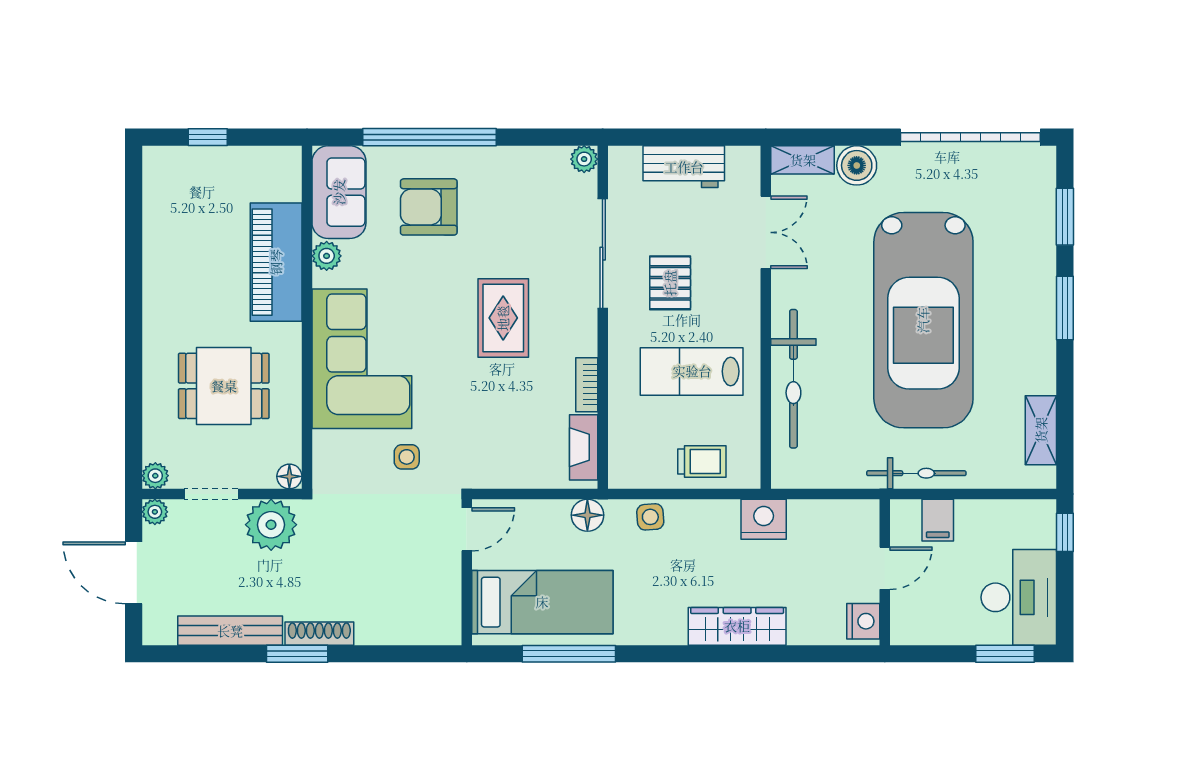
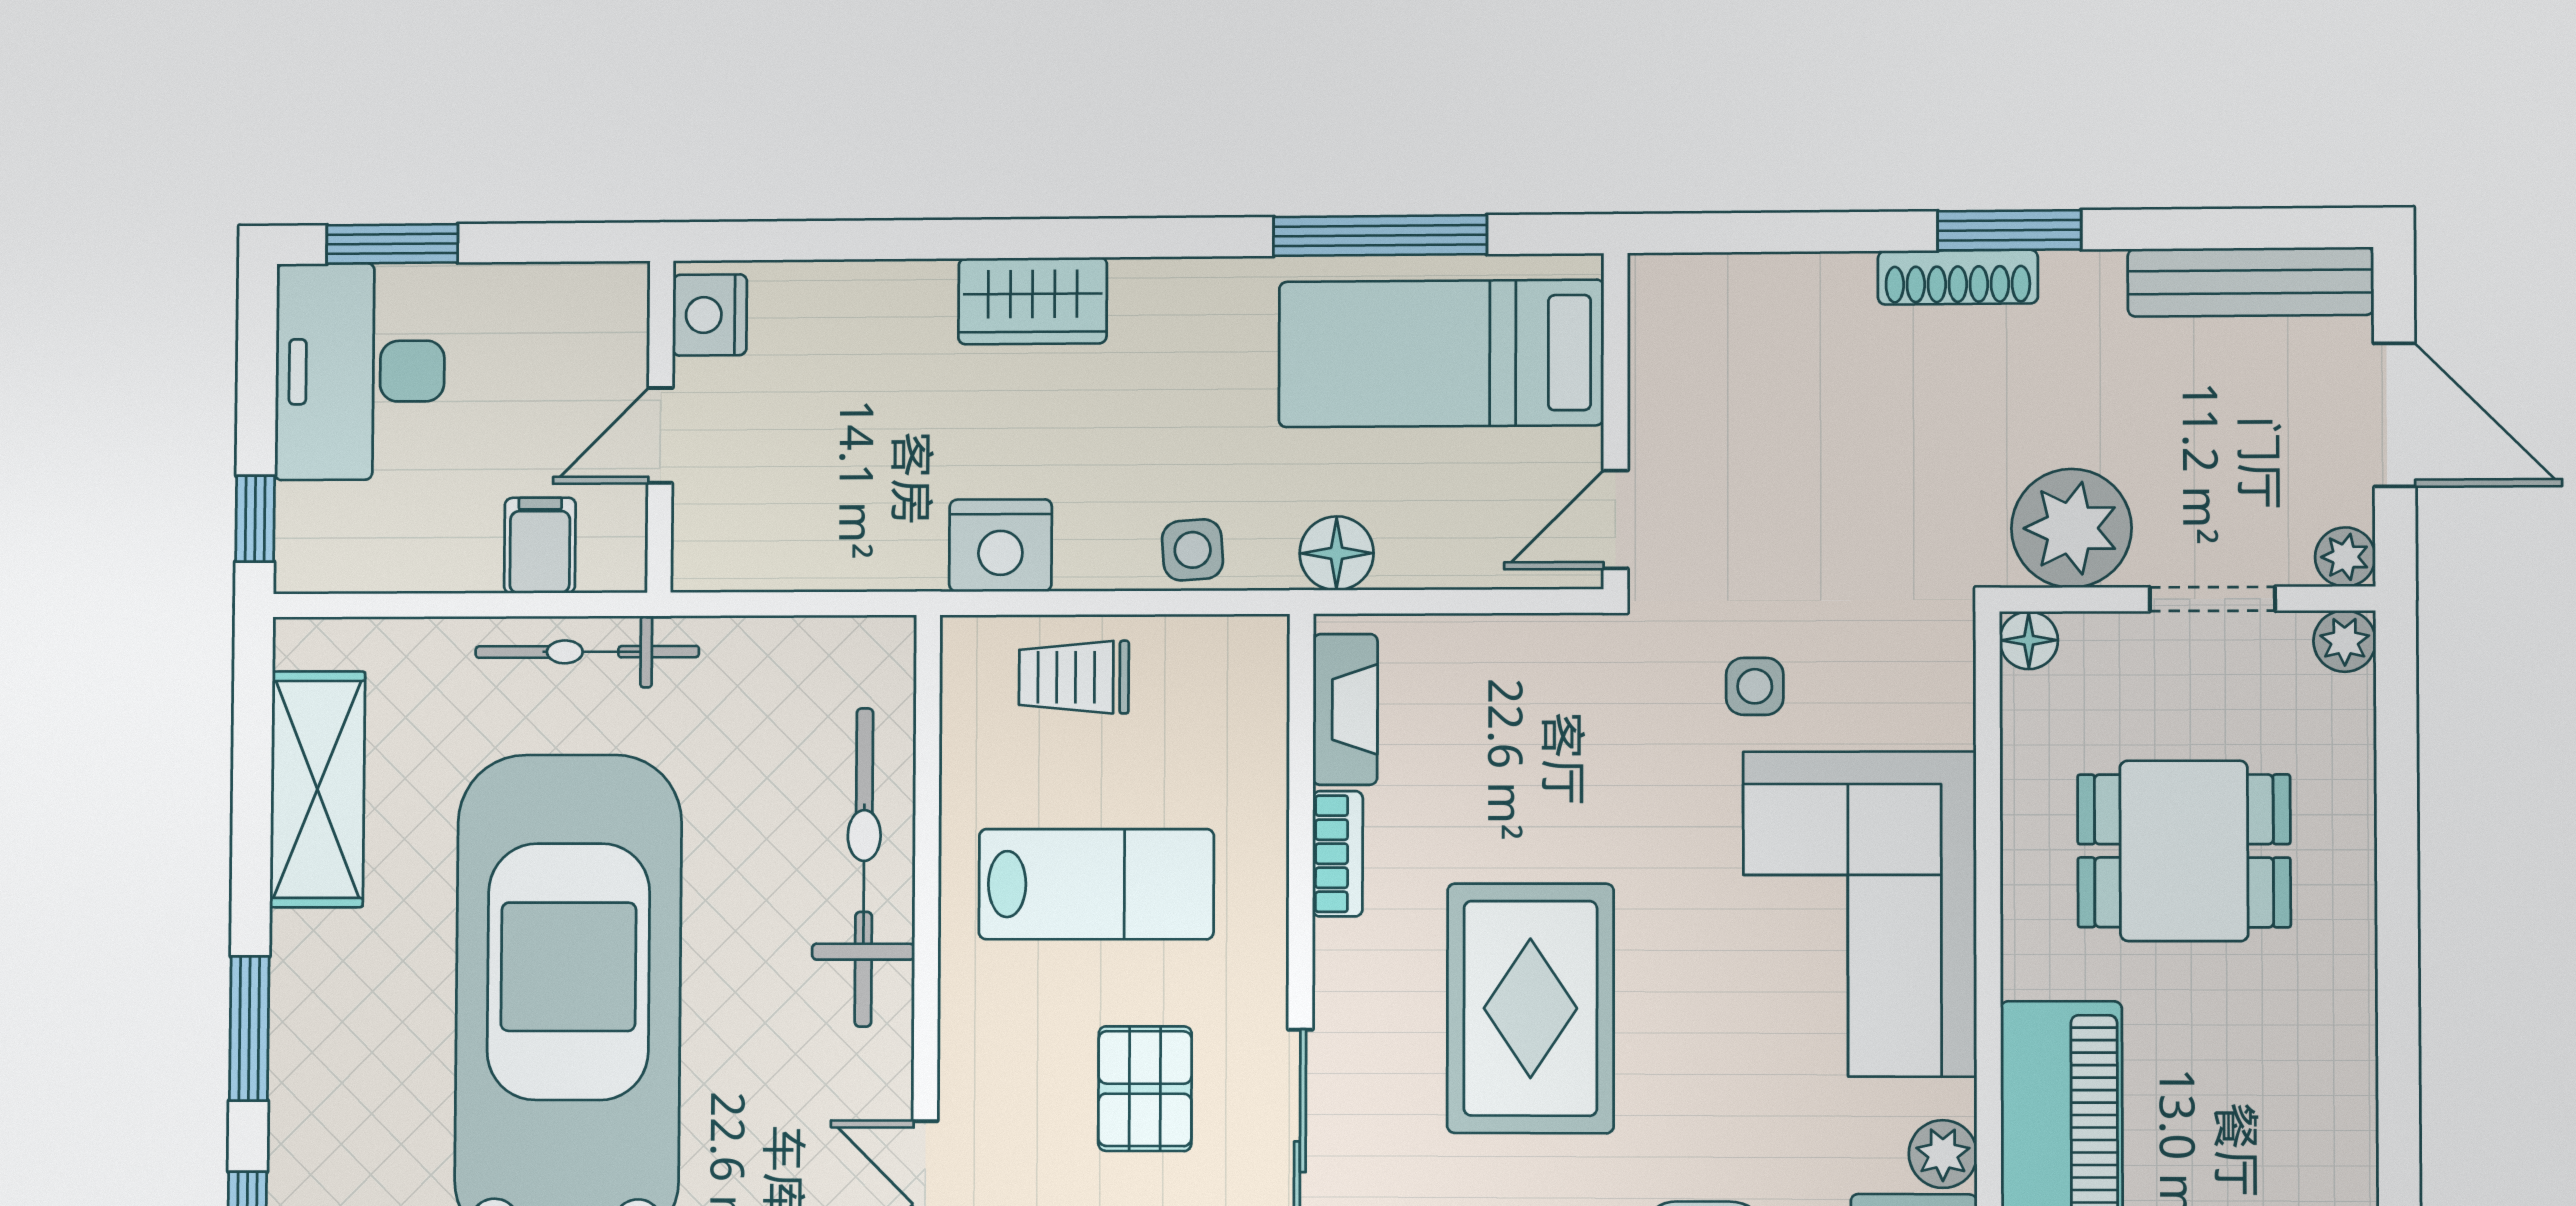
rug: (503, 318) -> (1530, 1008), width x1.36, depth x1.43
shelving: (1041, 430) -> (317, 789), width x1.50, depth x1.33
nightstand: (764, 519) -> (1001, 545), moved
wardrobe: (737, 626) -> (1033, 301), width x0.67
bench: (230, 631) -> (2251, 282), moved

